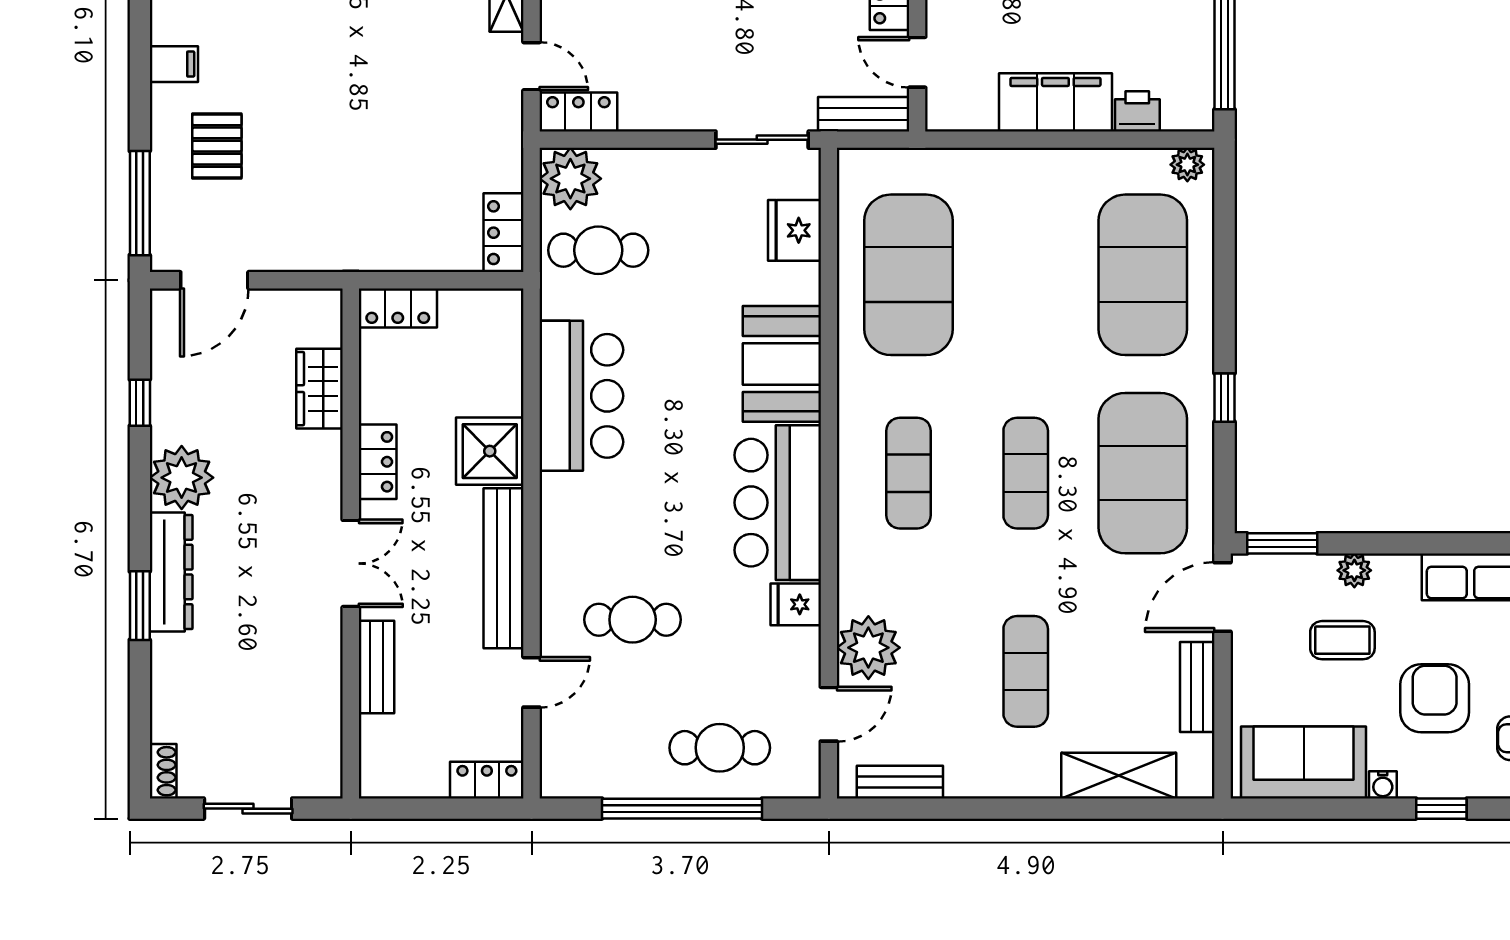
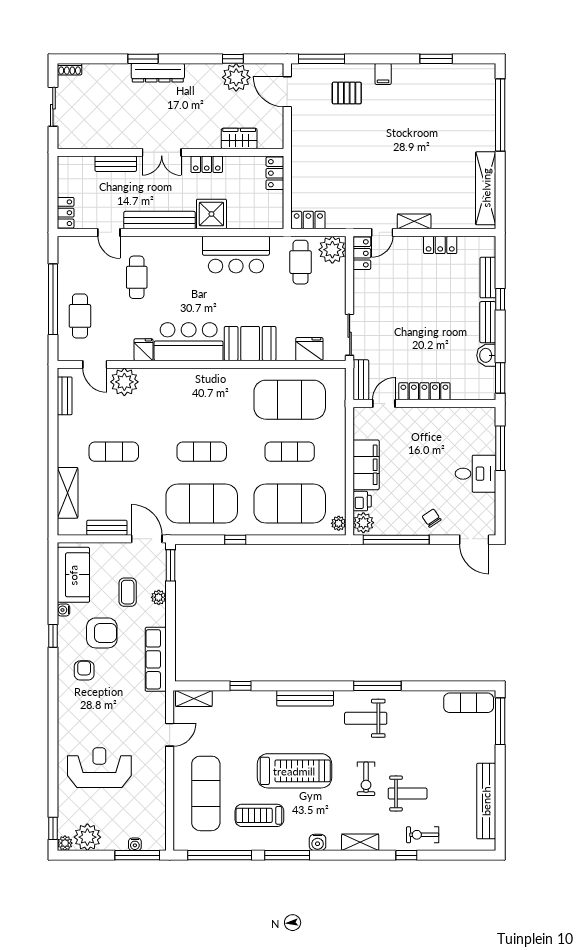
plant: (1186, 108) -> (363, 523), added
exercise mat: (909, 473) -> (290, 452), moved
plant: (182, 478) -> (236, 77), moved

